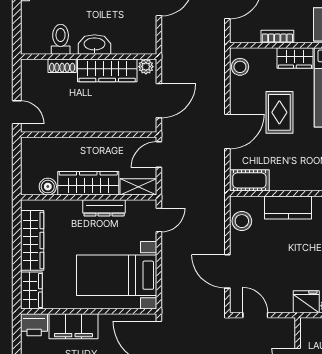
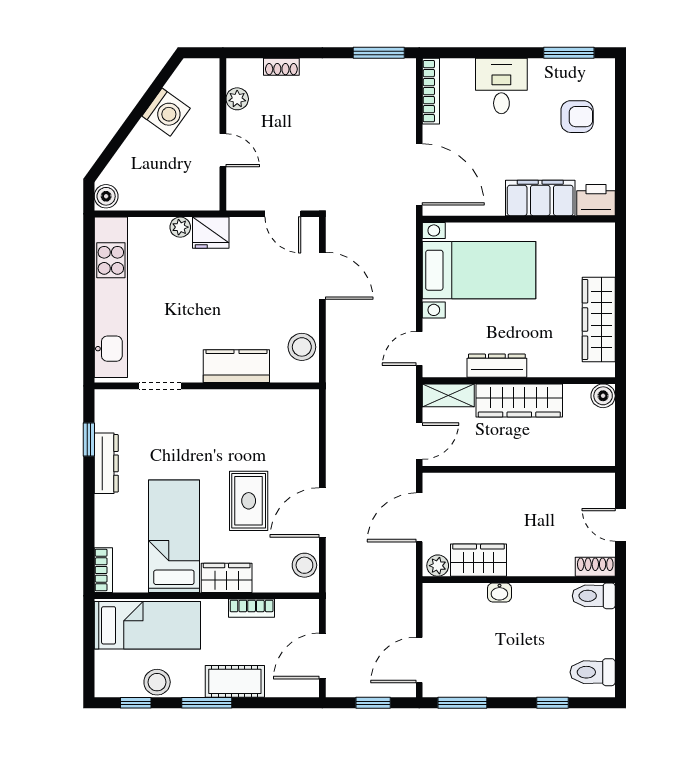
toilet: (61, 39) -> (594, 596), moved, turned 90
washbasin: (95, 45) -> (499, 592), width x0.52, depth x0.69
shoe rack: (62, 66) -> (595, 567), moved
wardrobe: (107, 70) -> (479, 560), width x0.67
door: (17, 112) -> (620, 525), moved
door: (227, 132) -> (322, 513), moved
cot: (249, 180) -> (291, 404), removed
boiler: (48, 187) -> (603, 396), moved
wardrobe: (31, 290) -> (600, 249), removed

